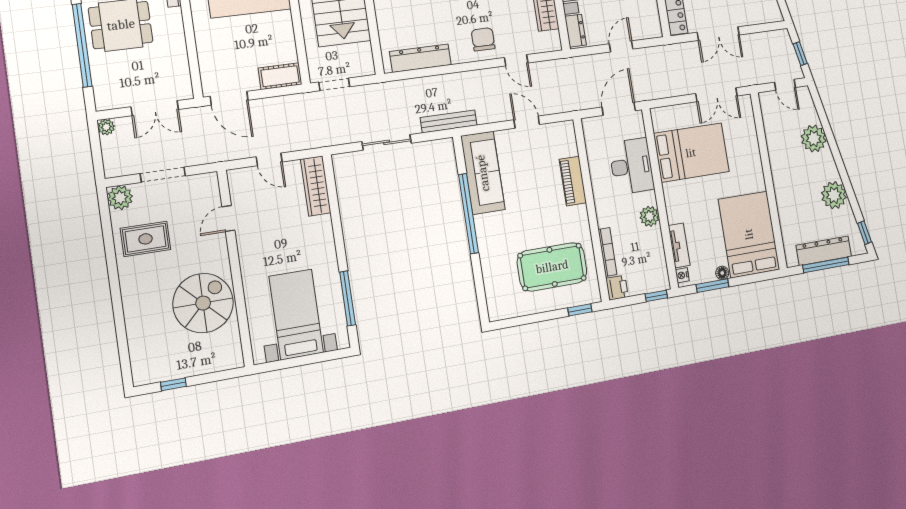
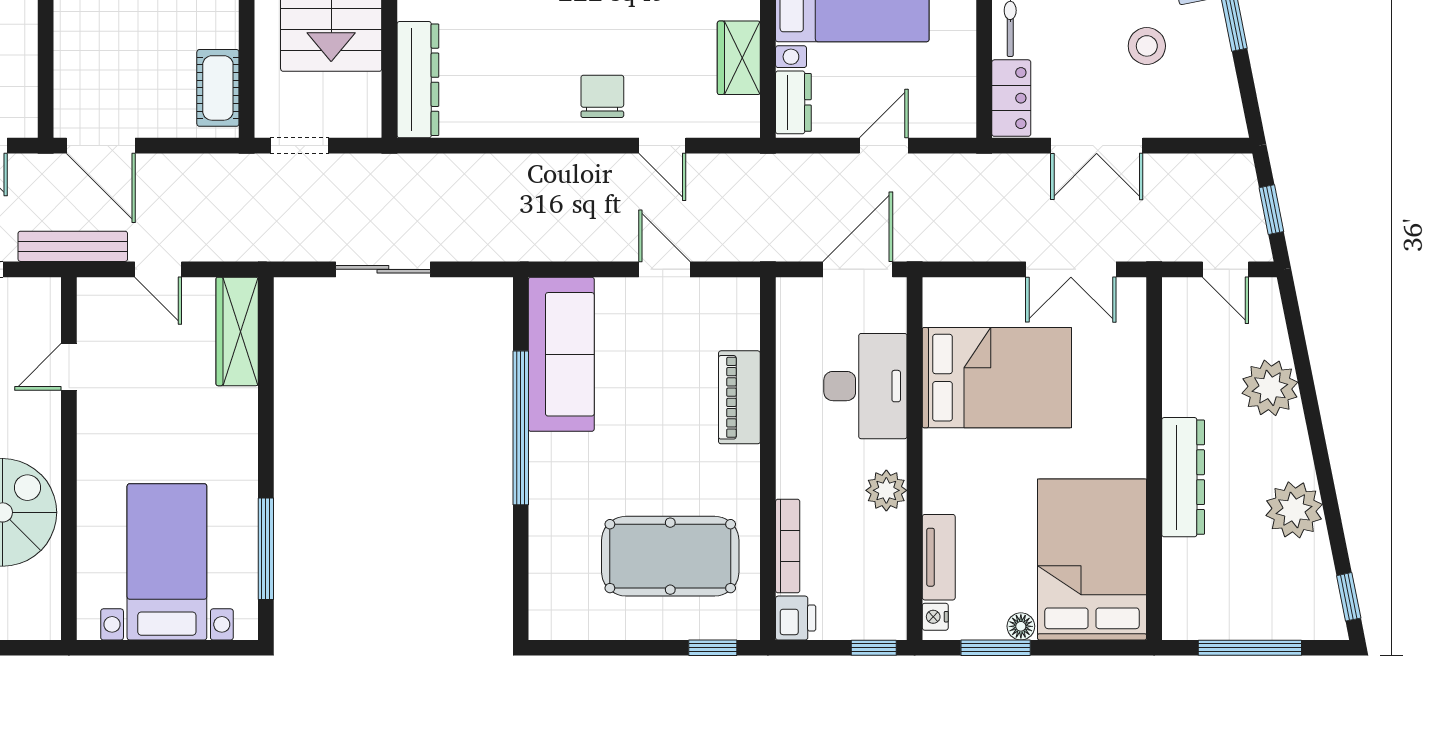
dresser: (420, 58) -> (418, 80), moved, turned 90
cot: (280, 76) -> (218, 88), moved, turned 90
bench: (449, 121) -> (73, 246), moved
dresser: (824, 251) -> (1183, 477), moved, turned 90

